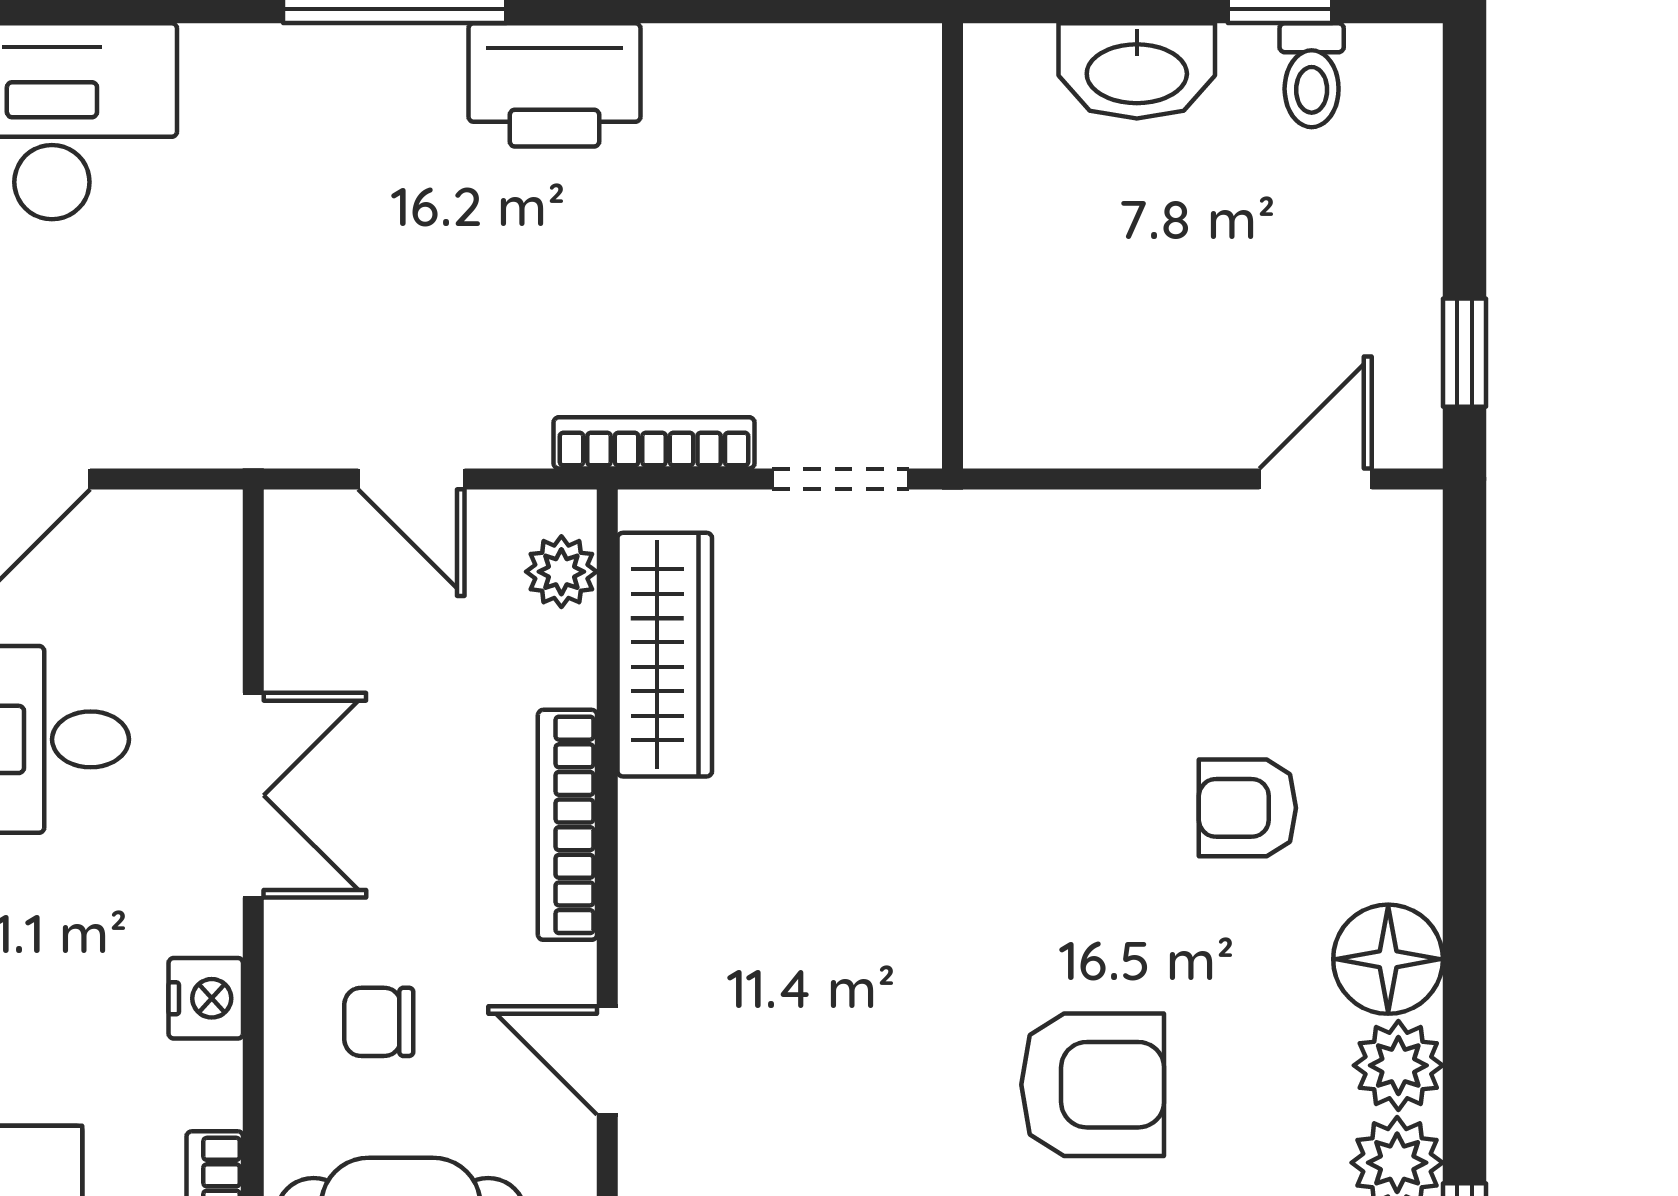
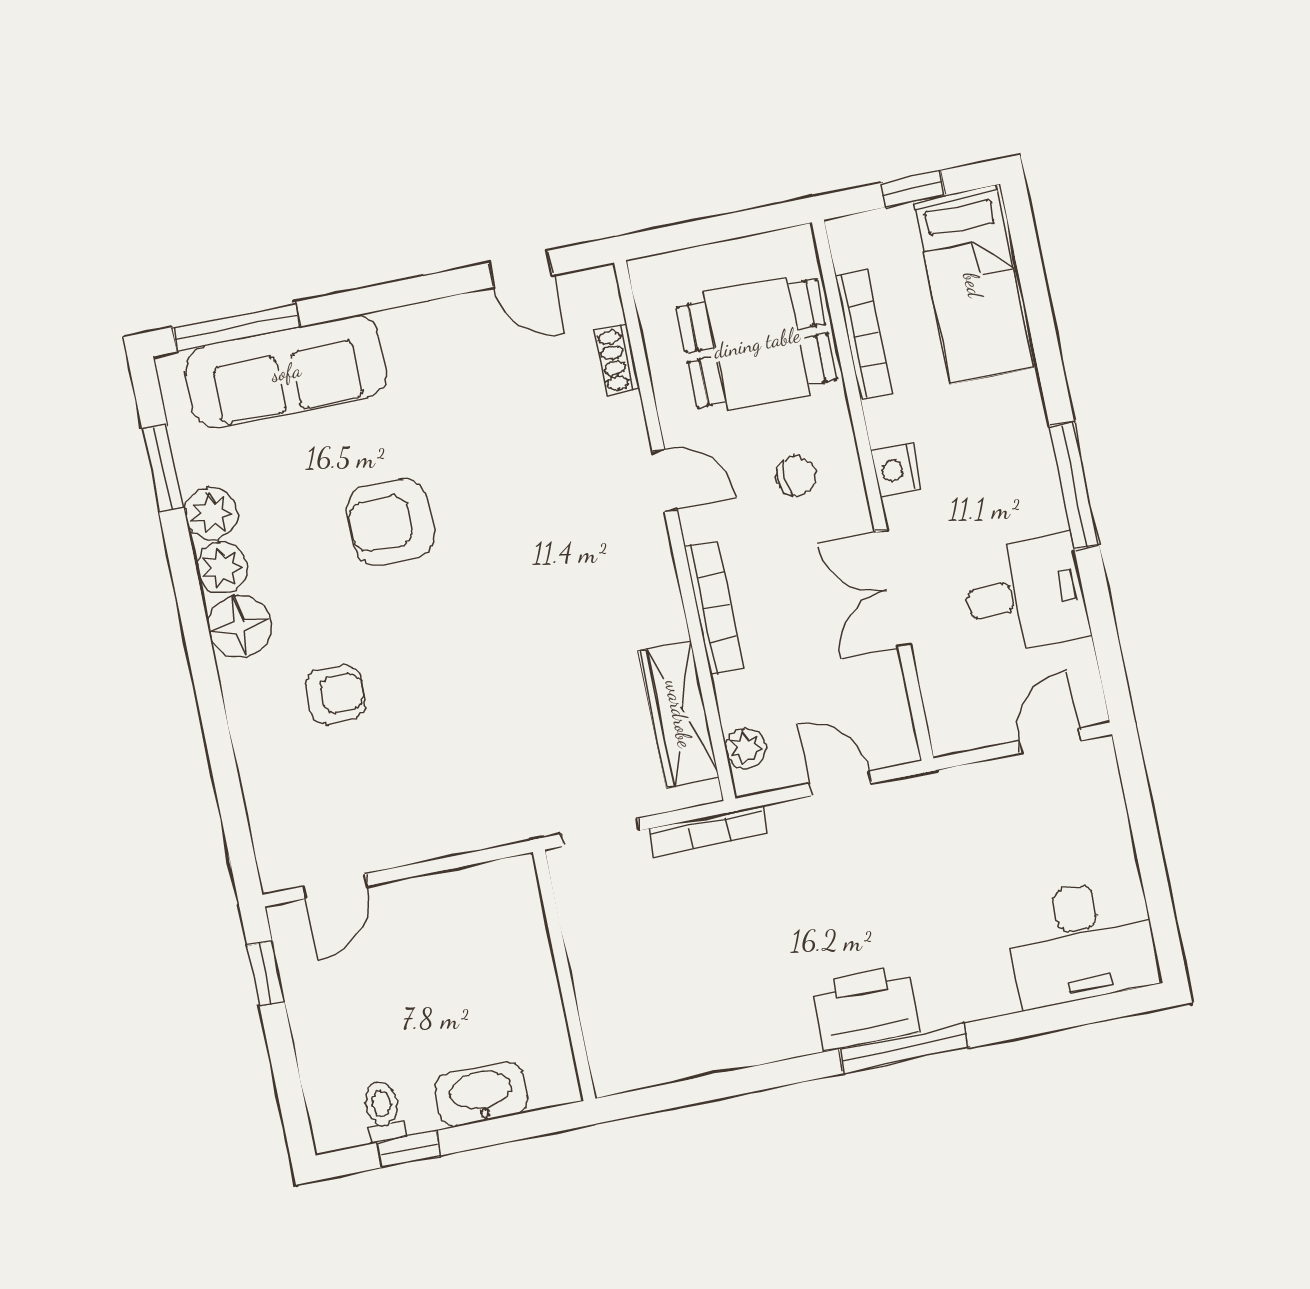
printer: (554, 85) -> (866, 1008), moved

